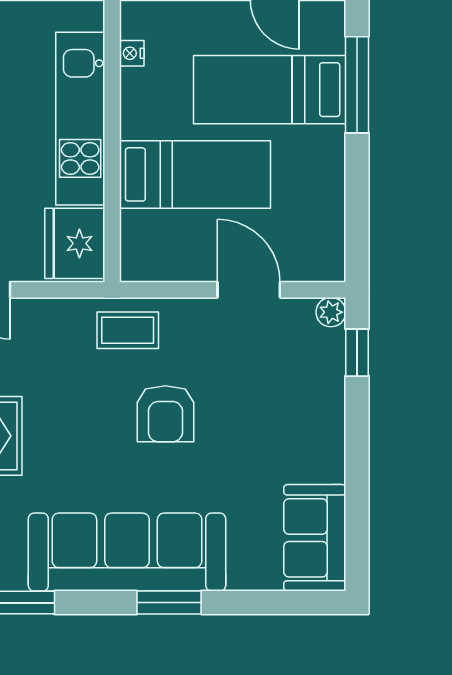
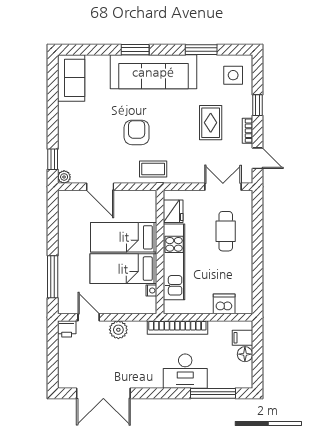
bed: (270, 90) -> (123, 269), moved, turned 180
fridge: (75, 243) -> (173, 211), width x0.73, depth x0.75

